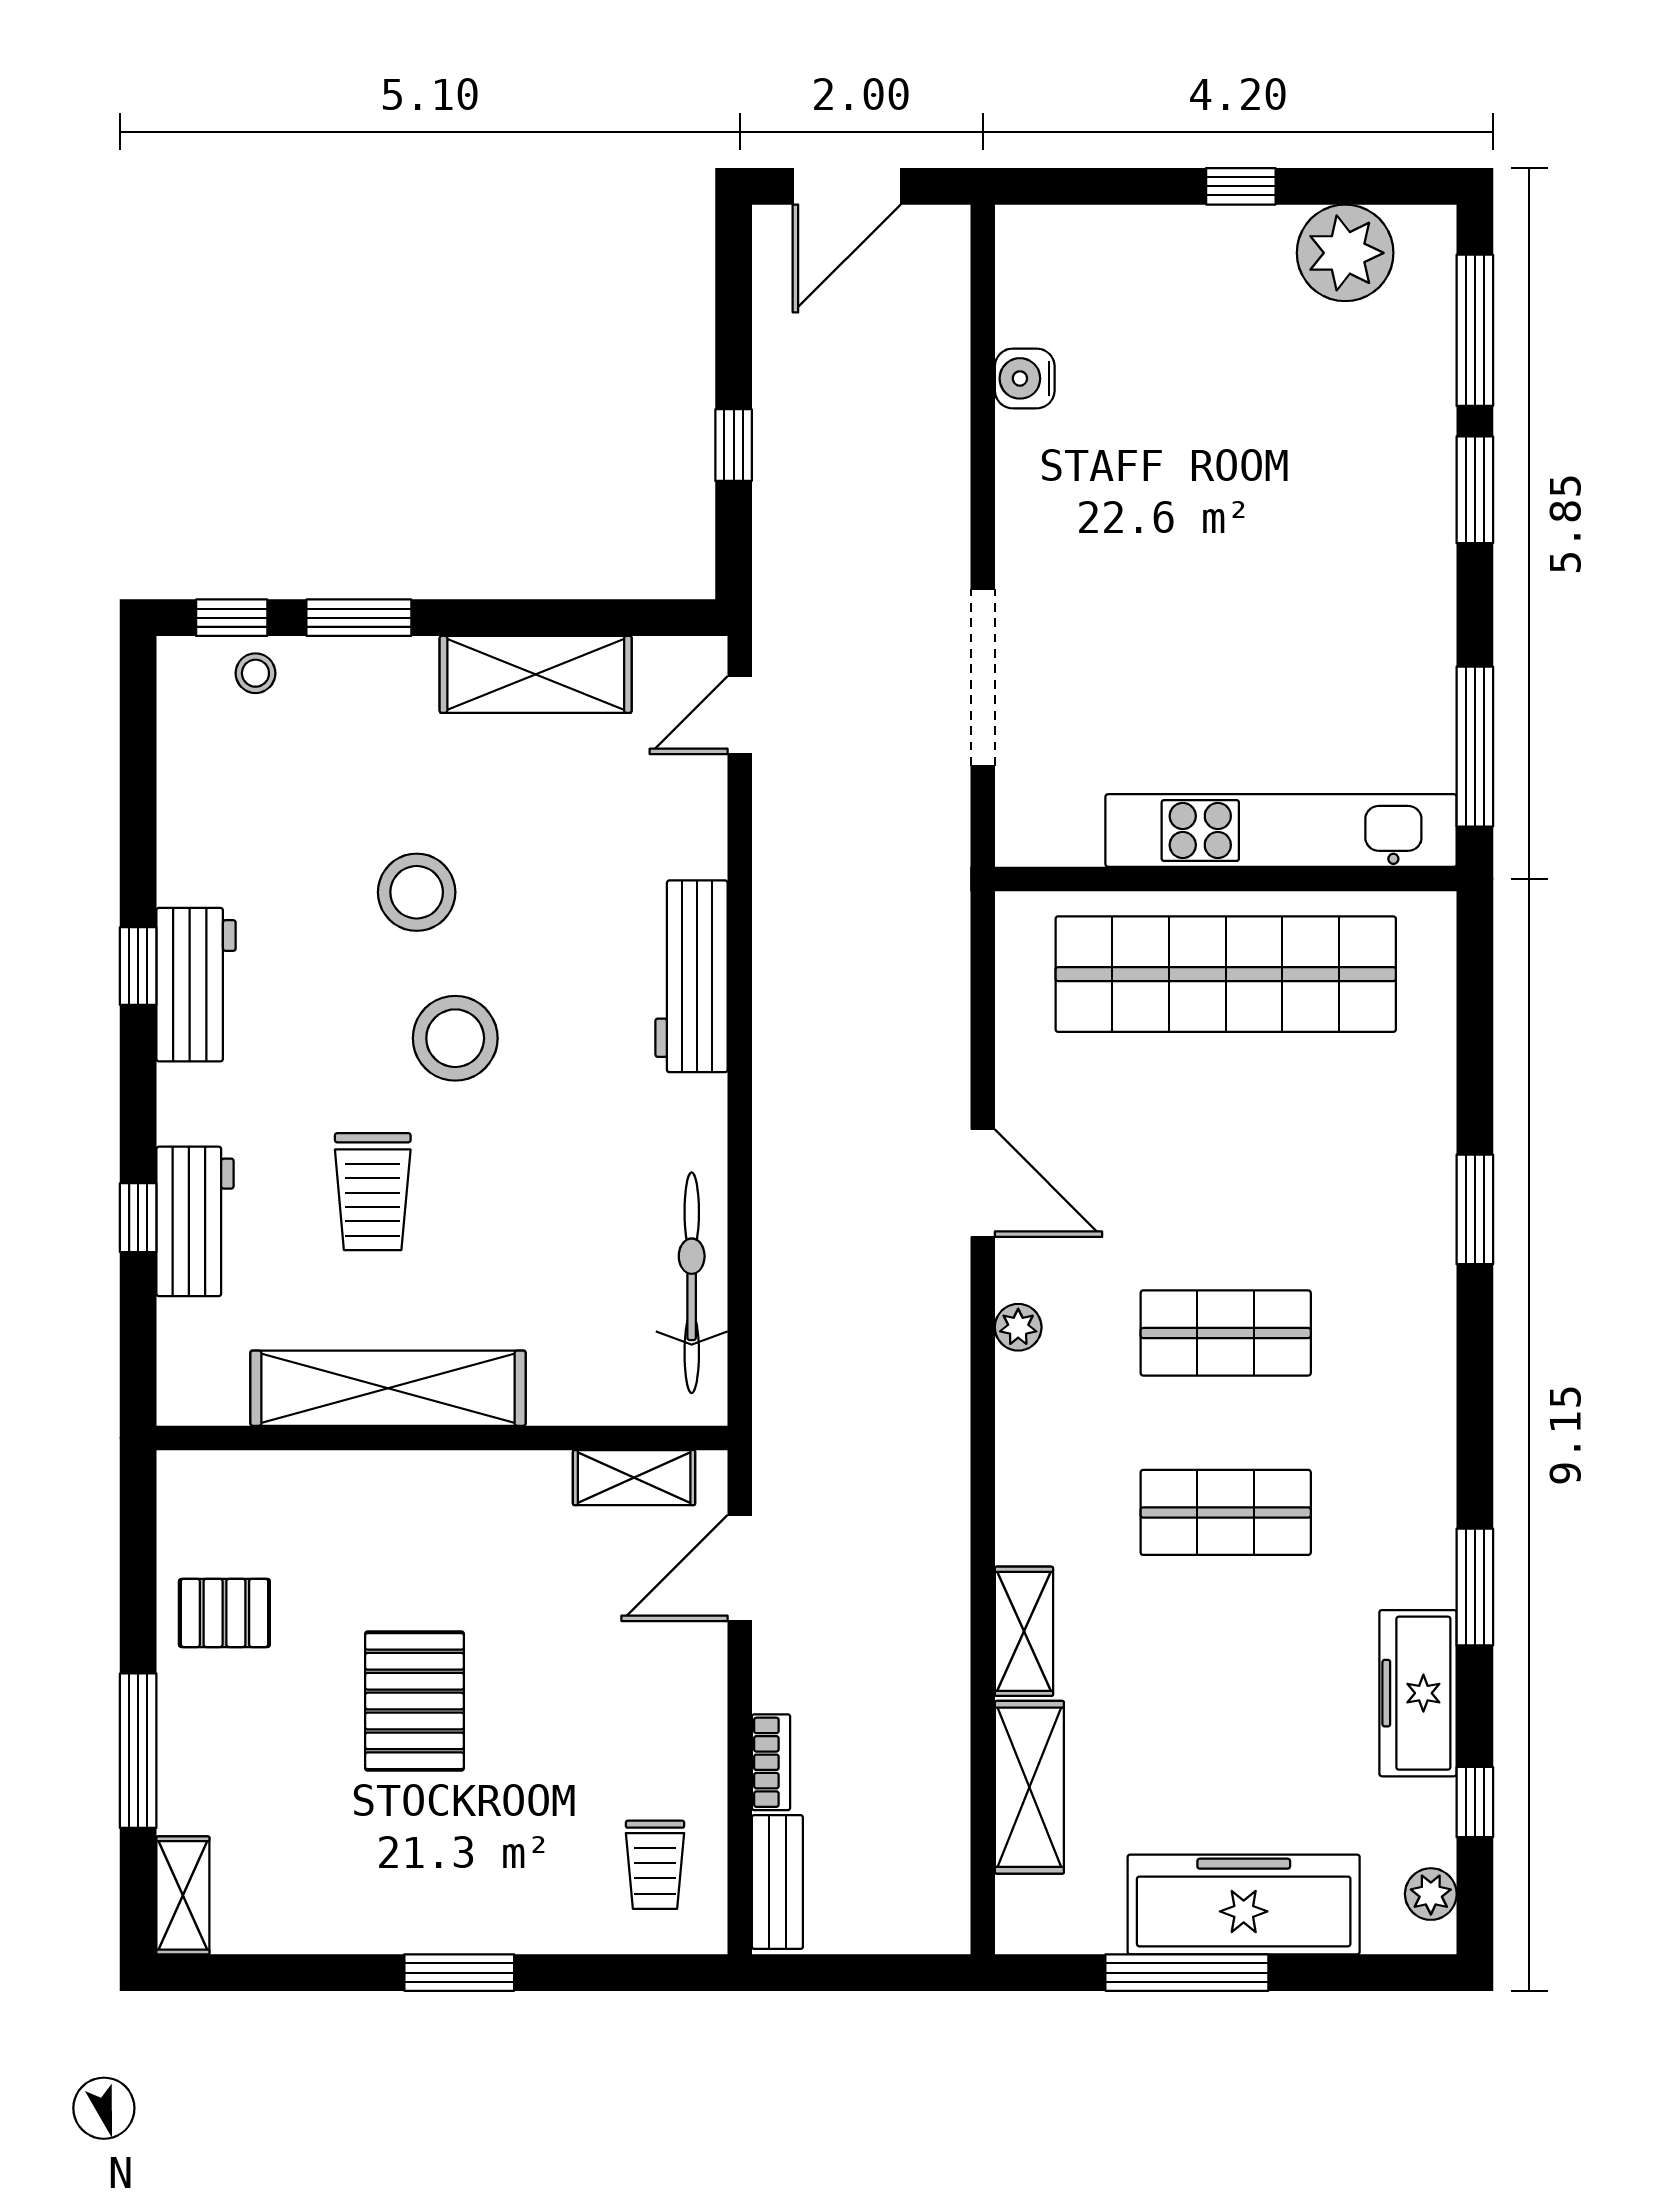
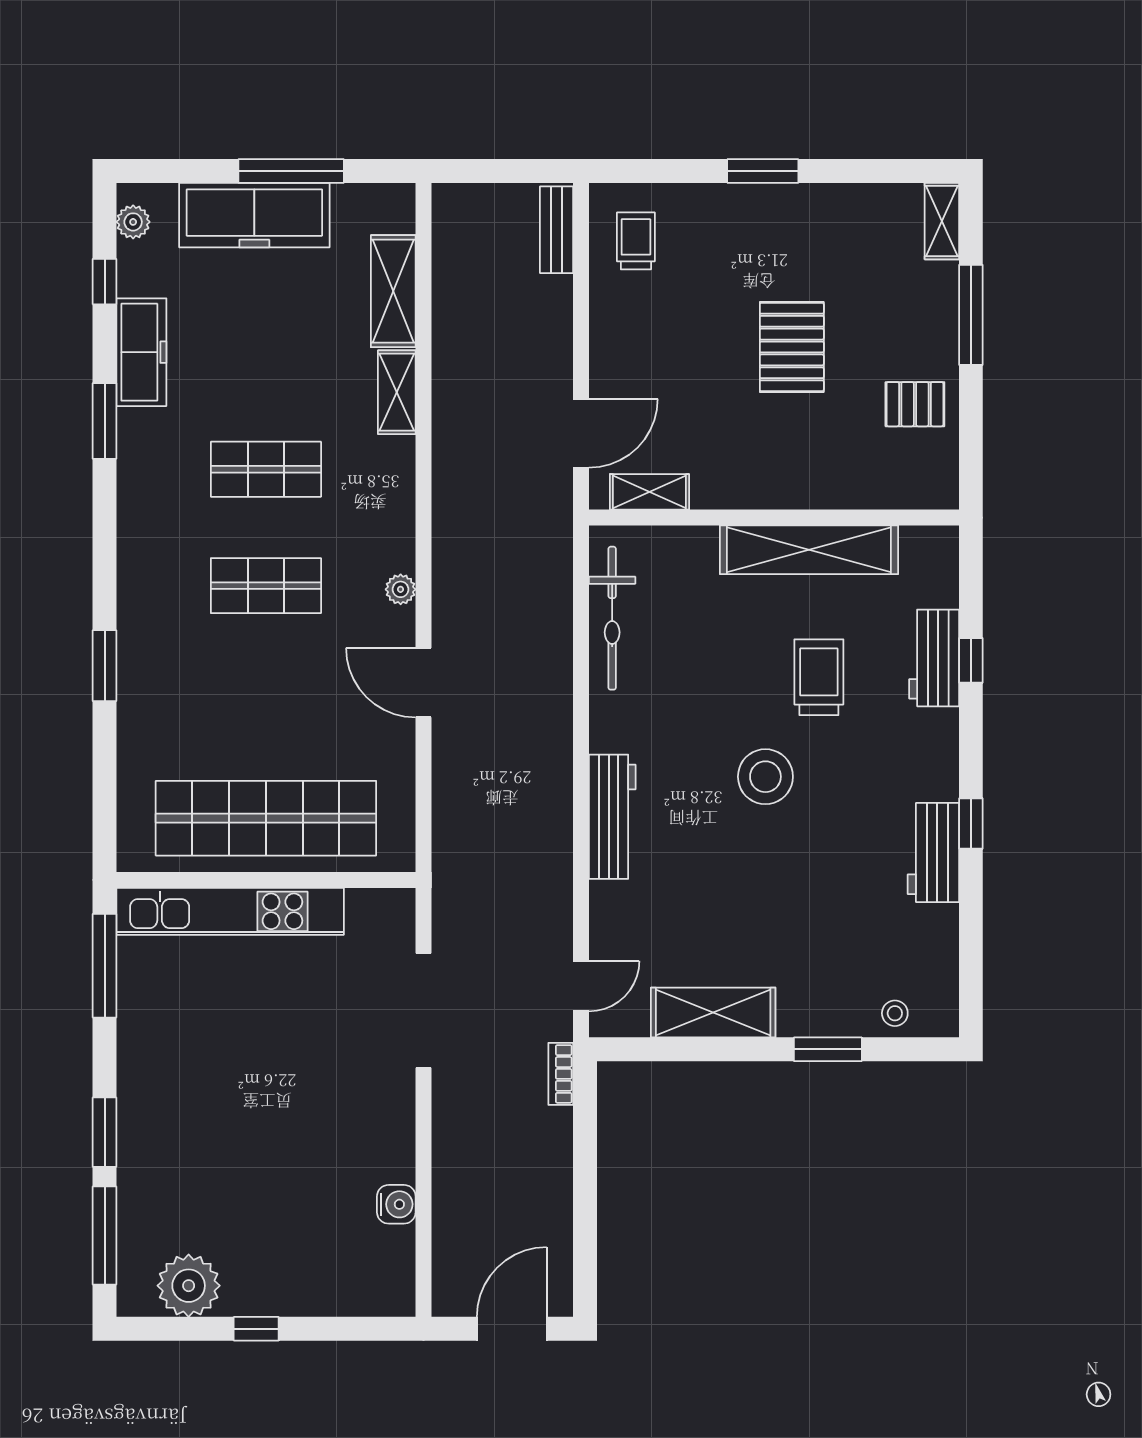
window: (734, 445) -> (585, 1161), removed
window: (232, 618) -> (910, 1049), removed
stool: (417, 892) -> (790, 871), removed
workbench: (196, 985) -> (933, 853), moved
bookcase: (771, 1762) -> (561, 1074), moved

